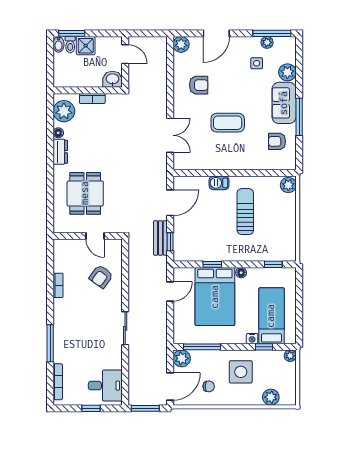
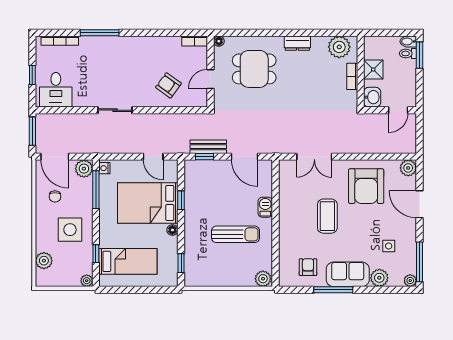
plant: (267, 42) -> (410, 281), moved
shower: (86, 46) -> (373, 69), moved
armchair: (199, 85) -> (366, 186), width x1.88, depth x1.88
floor lamp: (58, 133) -> (219, 41), moved
bookcase: (58, 285) -> (195, 41), moved
nightstand: (252, 339) -> (104, 168), moved

